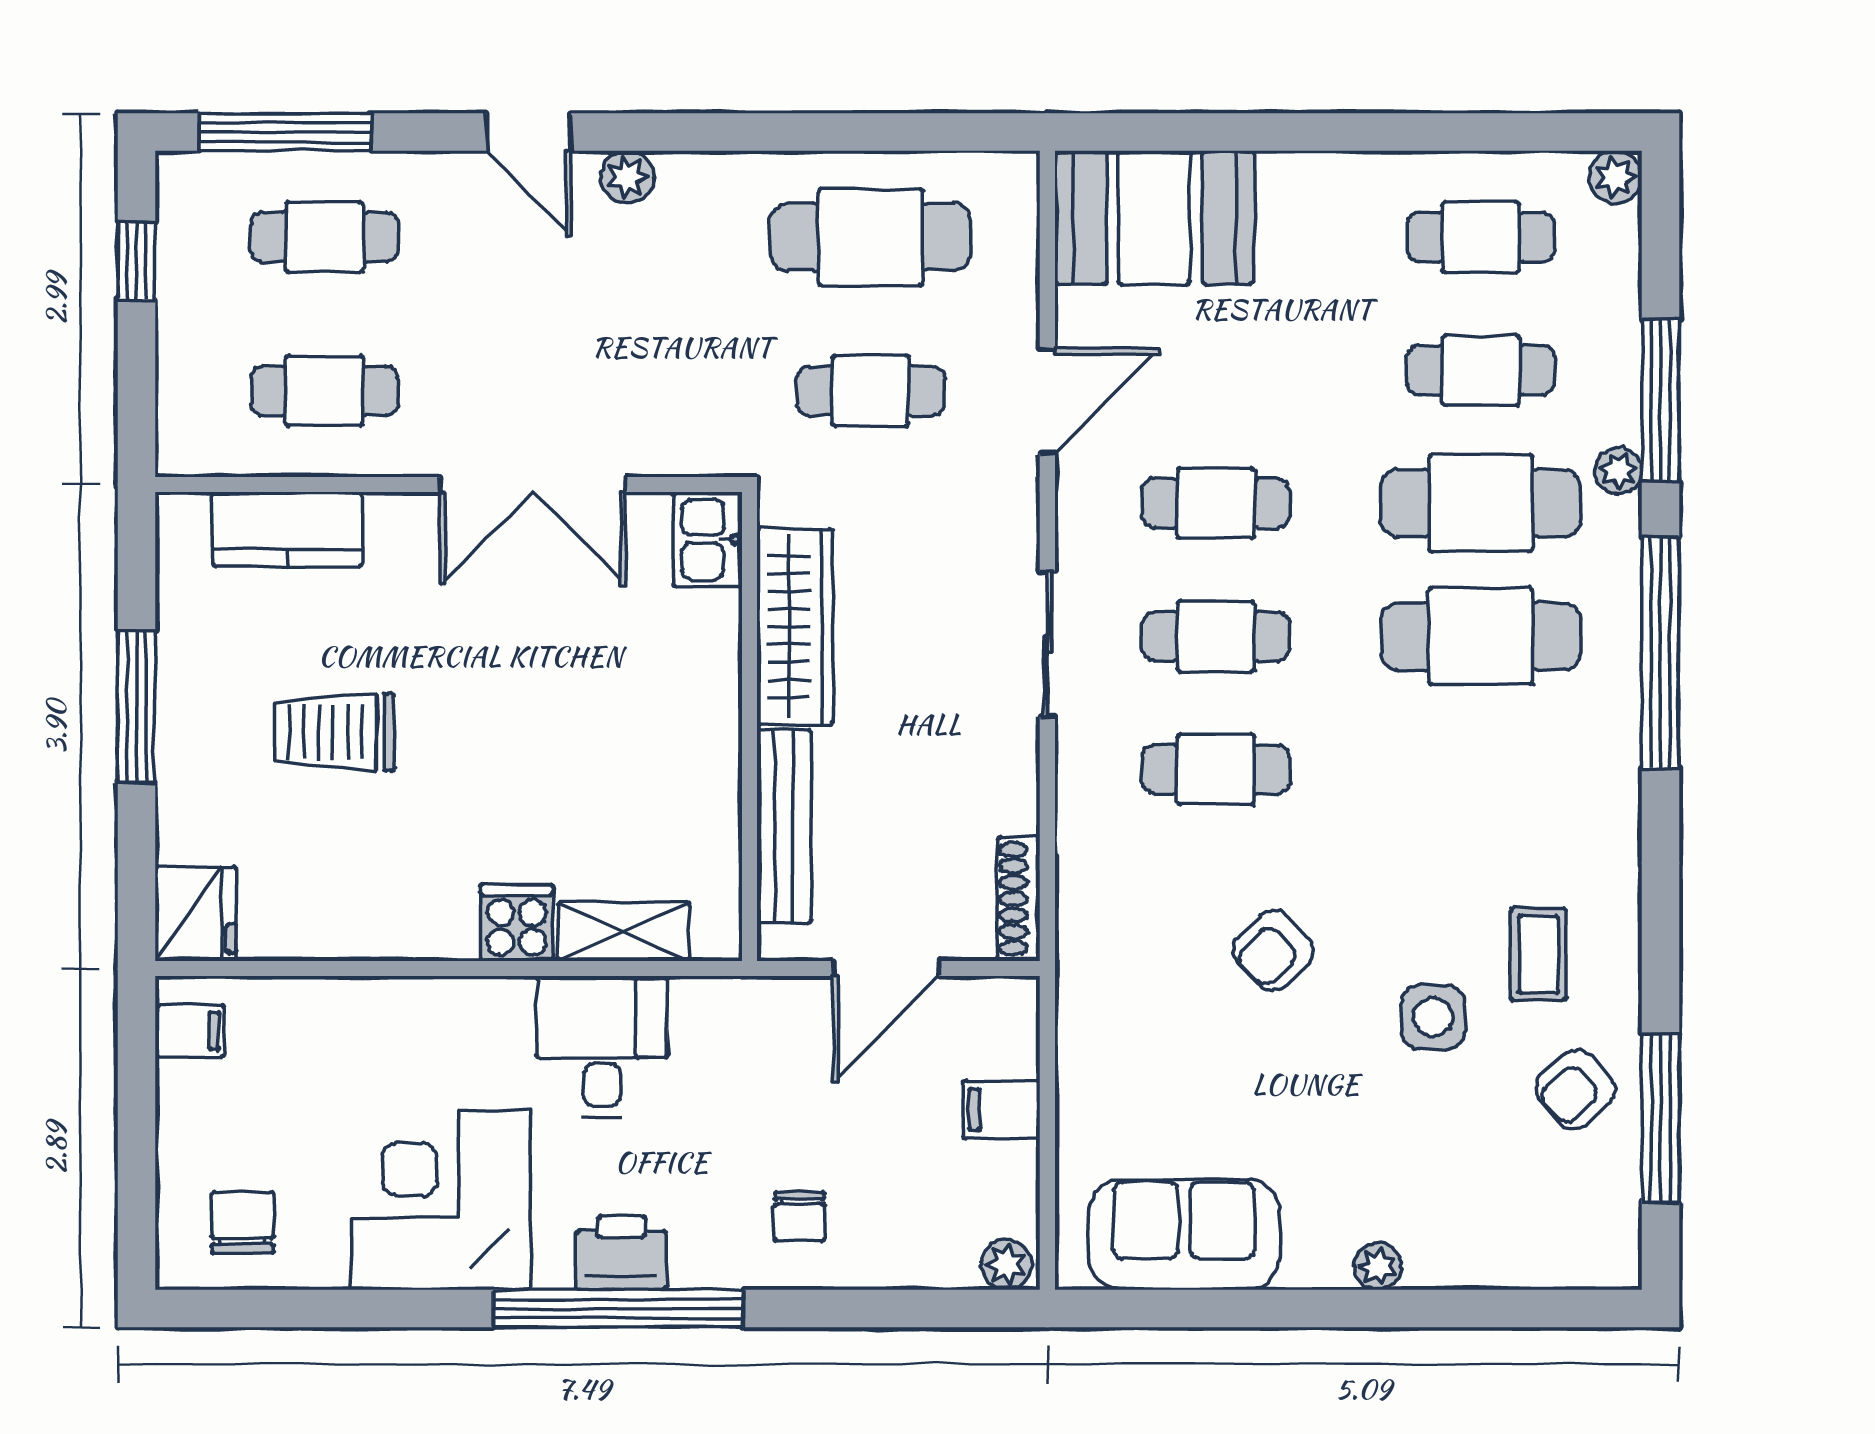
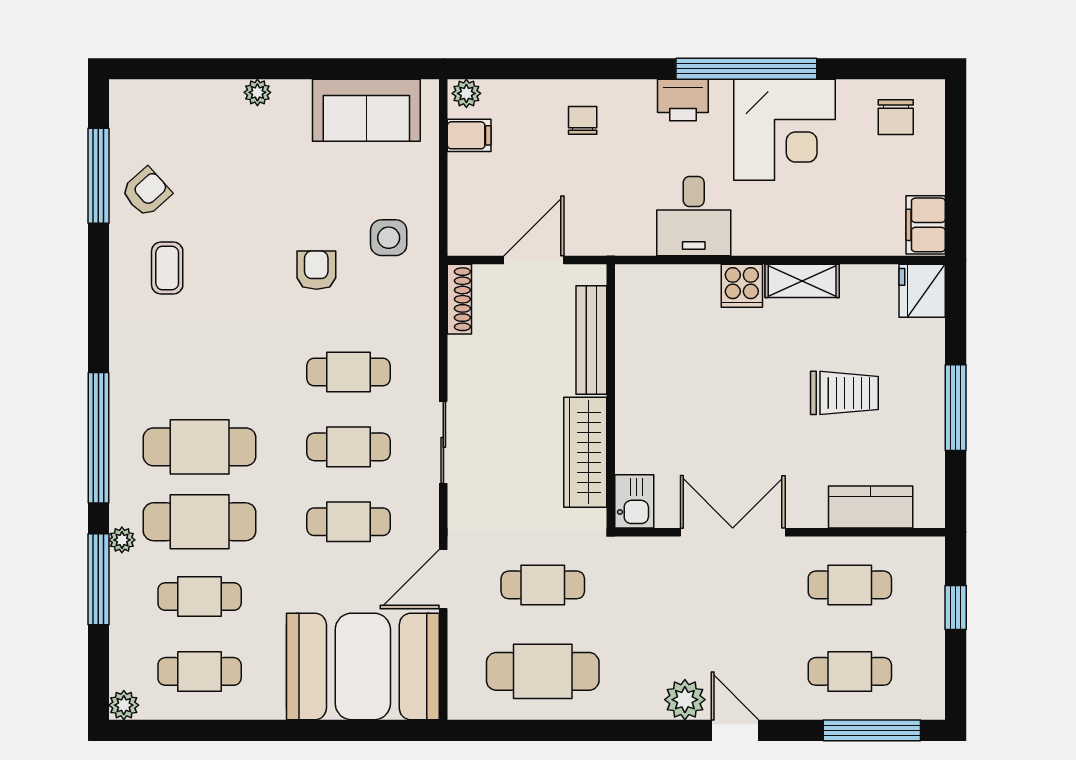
plant: (628, 177) -> (685, 700), width x1.38, depth x1.38
booth: (1154, 218) -> (363, 666), width x1.36, depth x1.42
window: (136, 260) -> (956, 608), moved
shelving: (624, 931) -> (802, 281), moved
armchair: (1273, 950) -> (316, 270), turned -46
side table: (1433, 1017) -> (389, 238), moved
filing cabinet: (190, 1031) -> (926, 225), width x2.00
filing cabinet: (1001, 1110) -> (469, 135), moved
window: (618, 1309) -> (746, 69), moved

